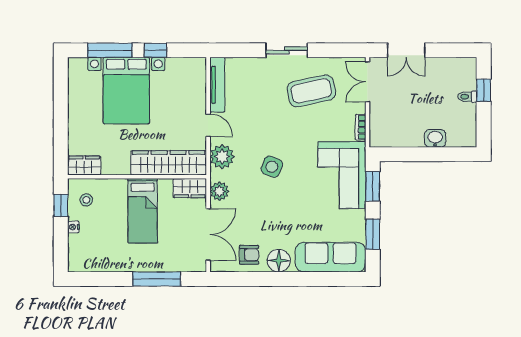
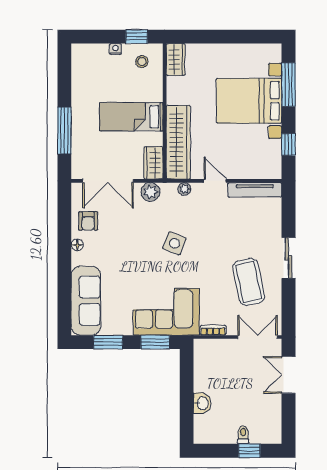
window: (155, 50) -> (288, 144), moved
door: (208, 125) -> (215, 181), swing flipped
plant: (222, 157) -> (184, 189), width x0.53, depth x0.53
floor lamp: (279, 261) -> (77, 245), width x0.53, depth x0.53

